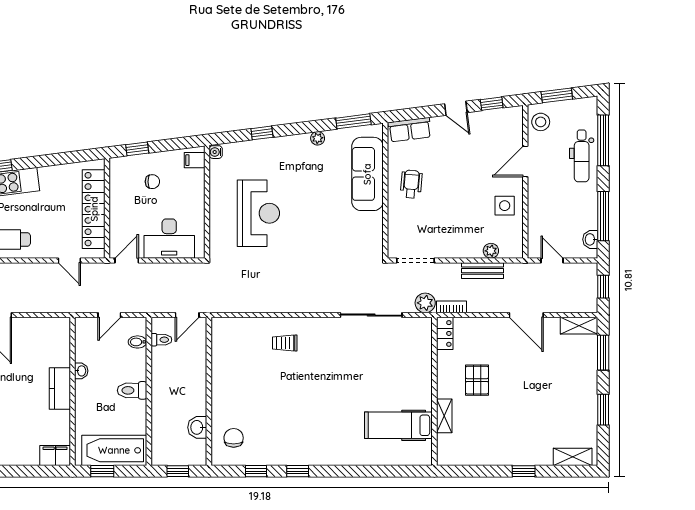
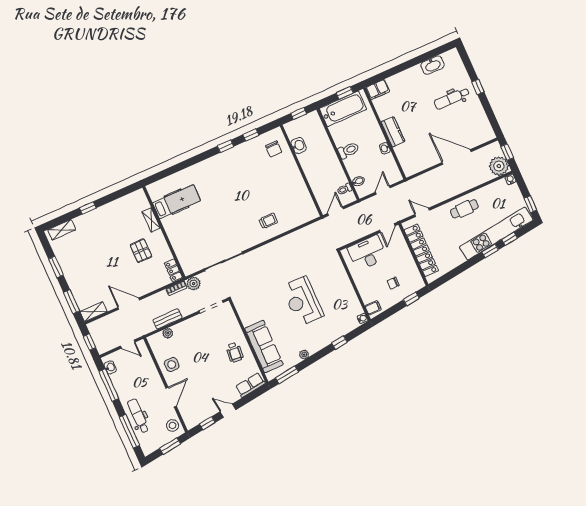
reception desk: (258, 213) -> (303, 301), moved

